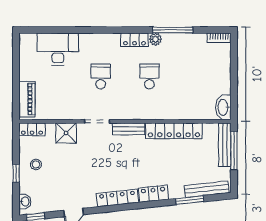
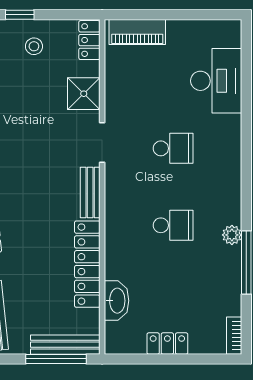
locker: (135, 40) -> (167, 343), moved, turned 90
washbasin: (223, 107) -> (117, 301), moved, turned 90

